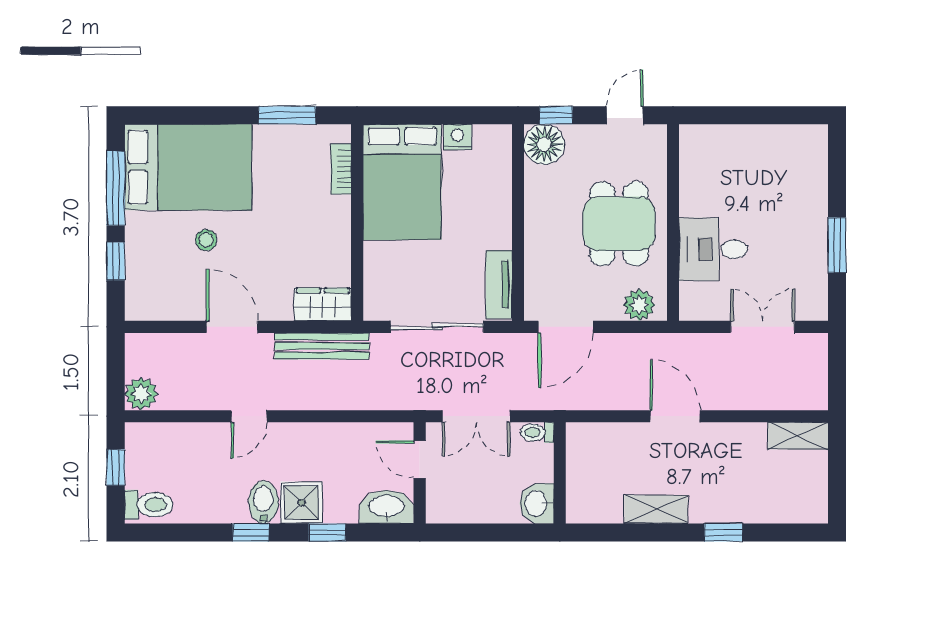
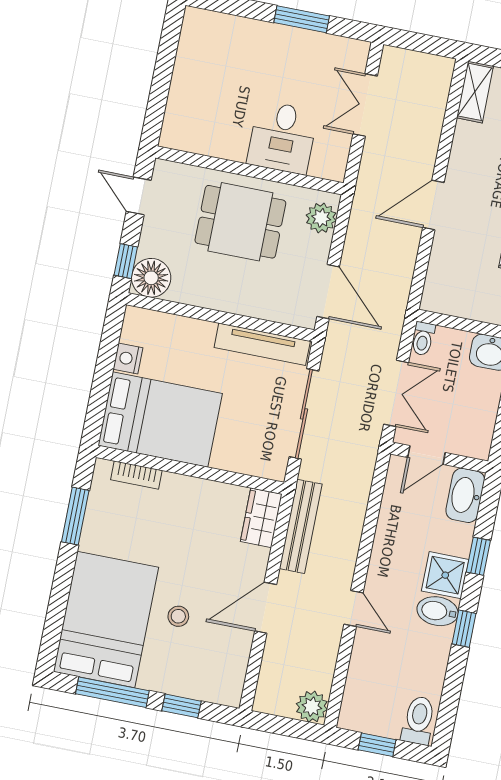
tv unit: (499, 284) -> (262, 344), width x1.41

